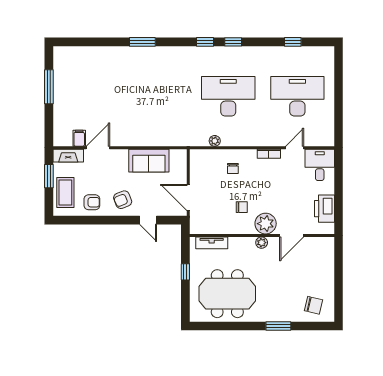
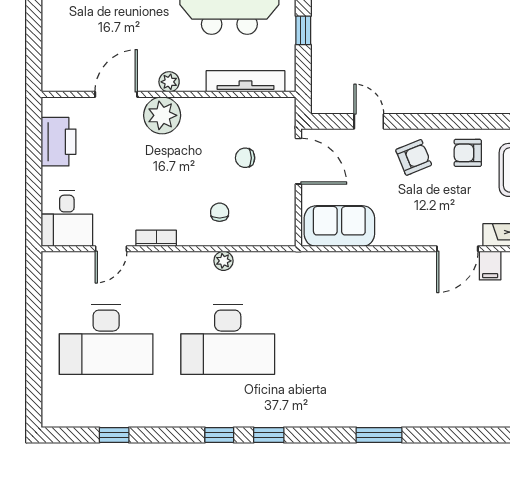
plant: (215, 141) -> (223, 261), moved
sofa: (149, 161) -> (339, 226), moved
chair: (242, 207) -> (245, 158), moved
tv unit: (212, 243) -> (246, 81), width x1.41

